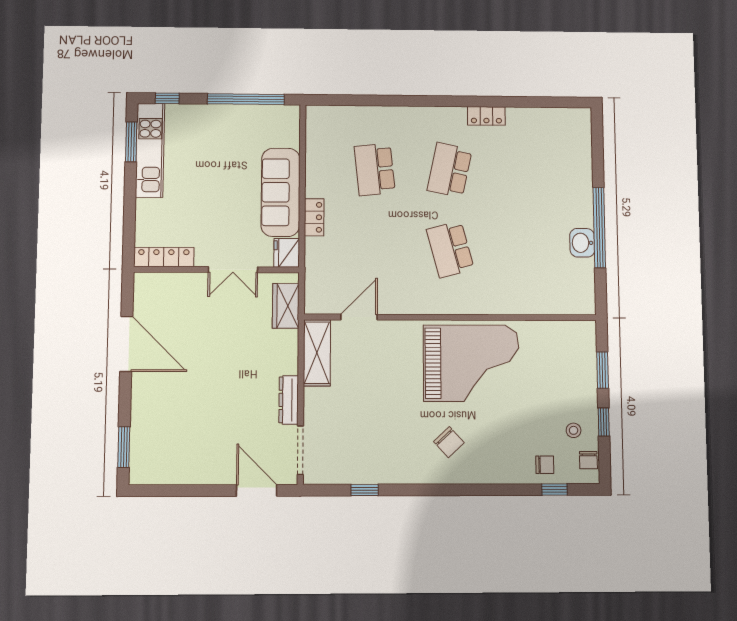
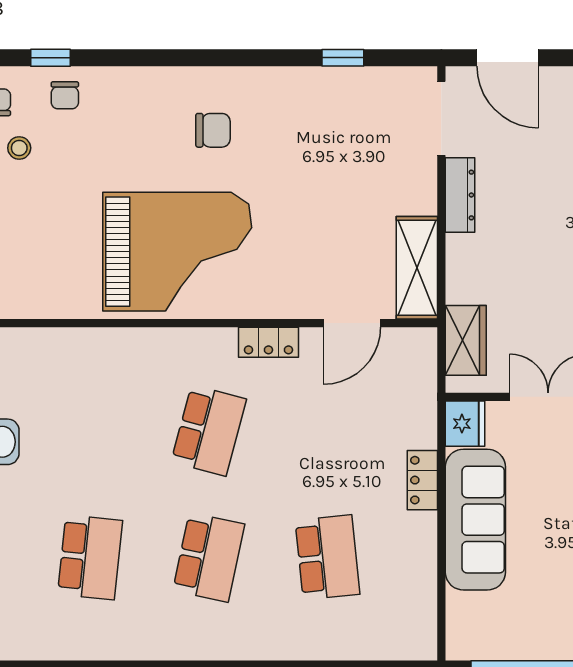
locker: (486, 116) -> (268, 342), moved, turned 180
school desk: (524, 170) -> (90, 557), added
school desk: (450, 249) -> (209, 430), turned 30
grand piano: (471, 363) -> (177, 252), turned 180
chair: (449, 442) -> (213, 130), turned 133
chair: (545, 465) -> (65, 95), turned -90

